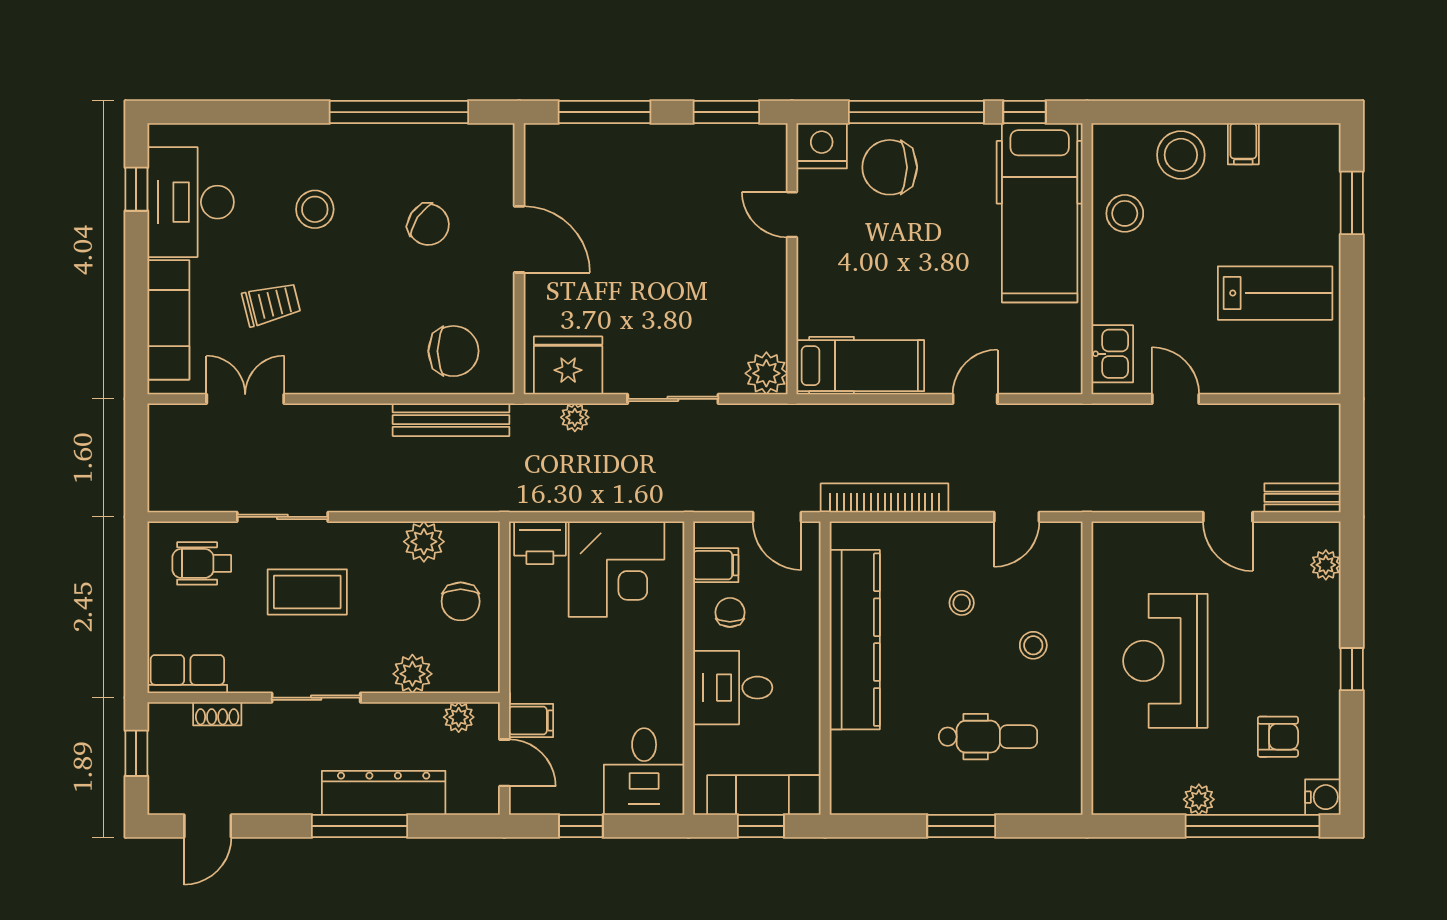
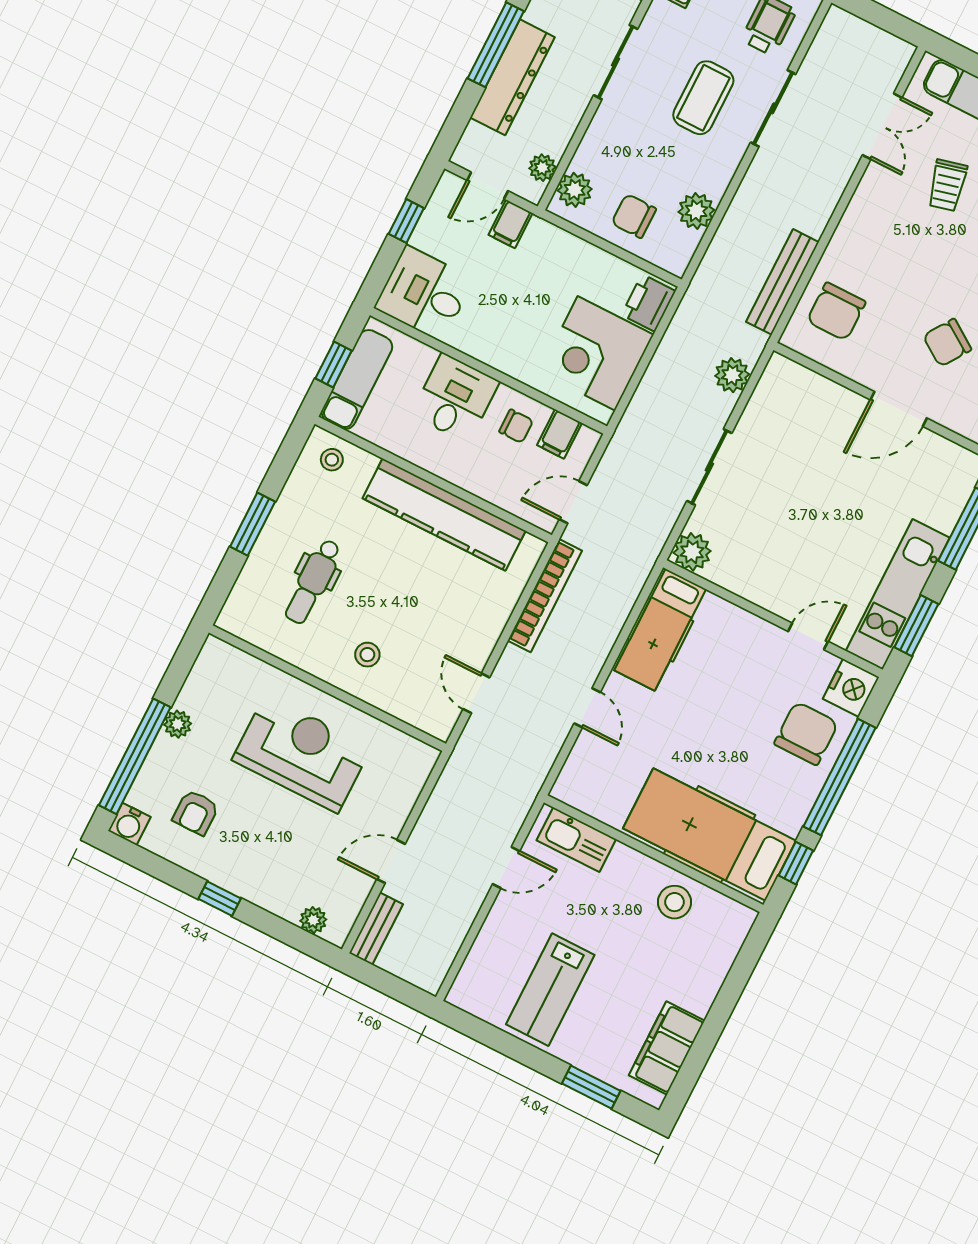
filing cabinet: (1243, 144) -> (667, 1048), width x3.00, depth x1.17
kitchen unit: (705, 146) -> (898, 594), added
stool: (1181, 155) -> (698, 970), removed
kitchen sink: (1112, 354) -> (576, 840), width x1.38
fridge: (568, 365) -> (778, 397), removed
plant: (575, 417) -> (732, 375), width x1.38, depth x1.38
stool: (962, 603) -> (332, 460), moved
plant: (412, 674) -> (575, 190), moved

